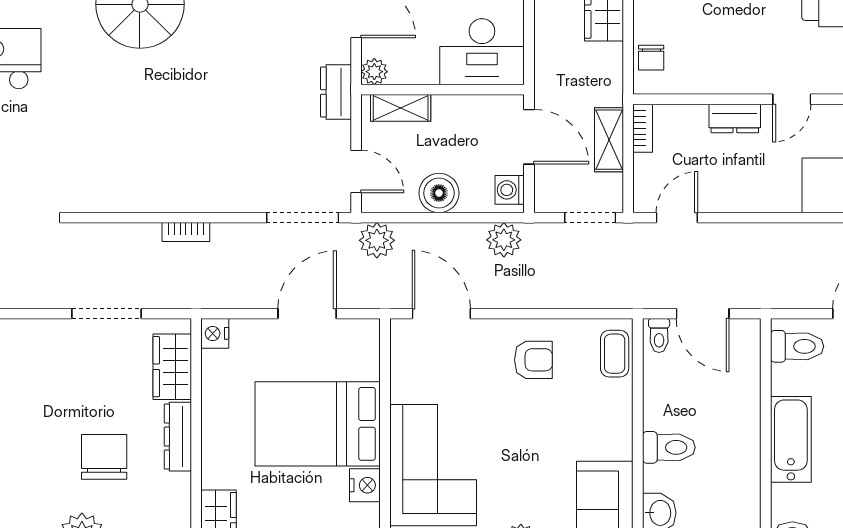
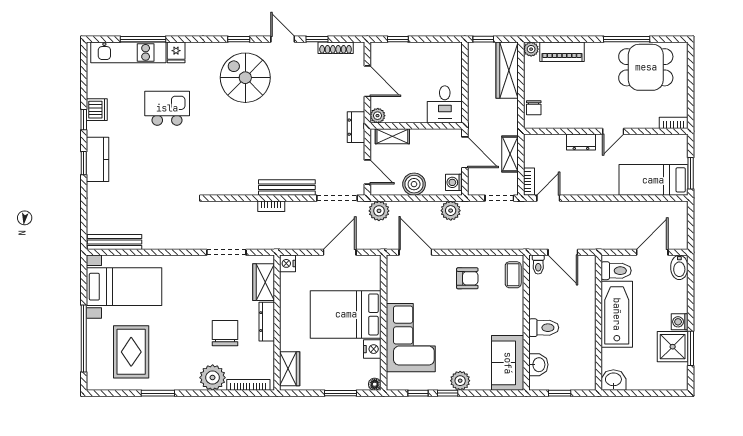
desk: (482, 52) -> (445, 104), width x0.73
bookcase: (643, 128) -> (529, 182), moved
bench: (214, 199) -> (287, 187), added
bathtub: (791, 439) -> (617, 314), width x1.36, depth x1.36

